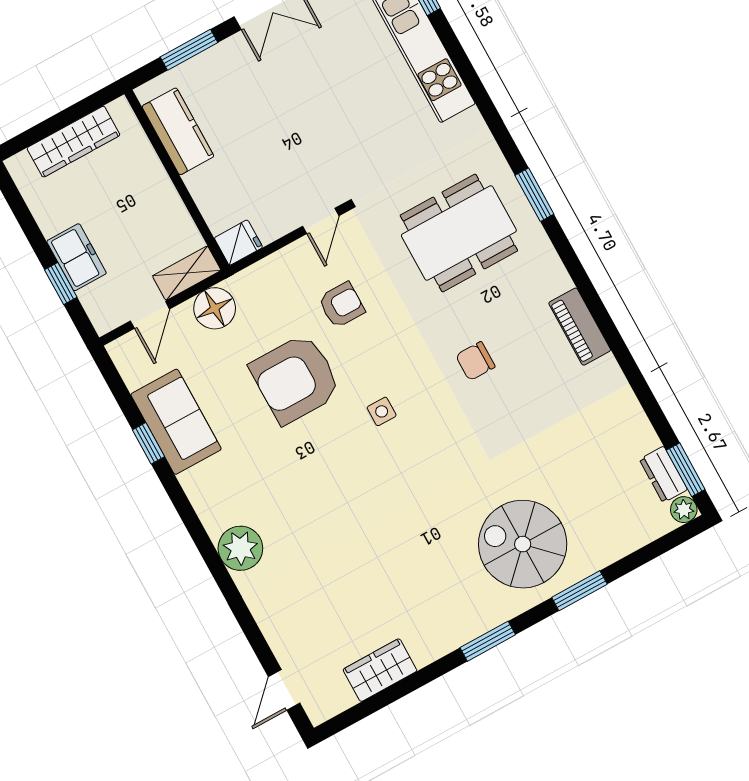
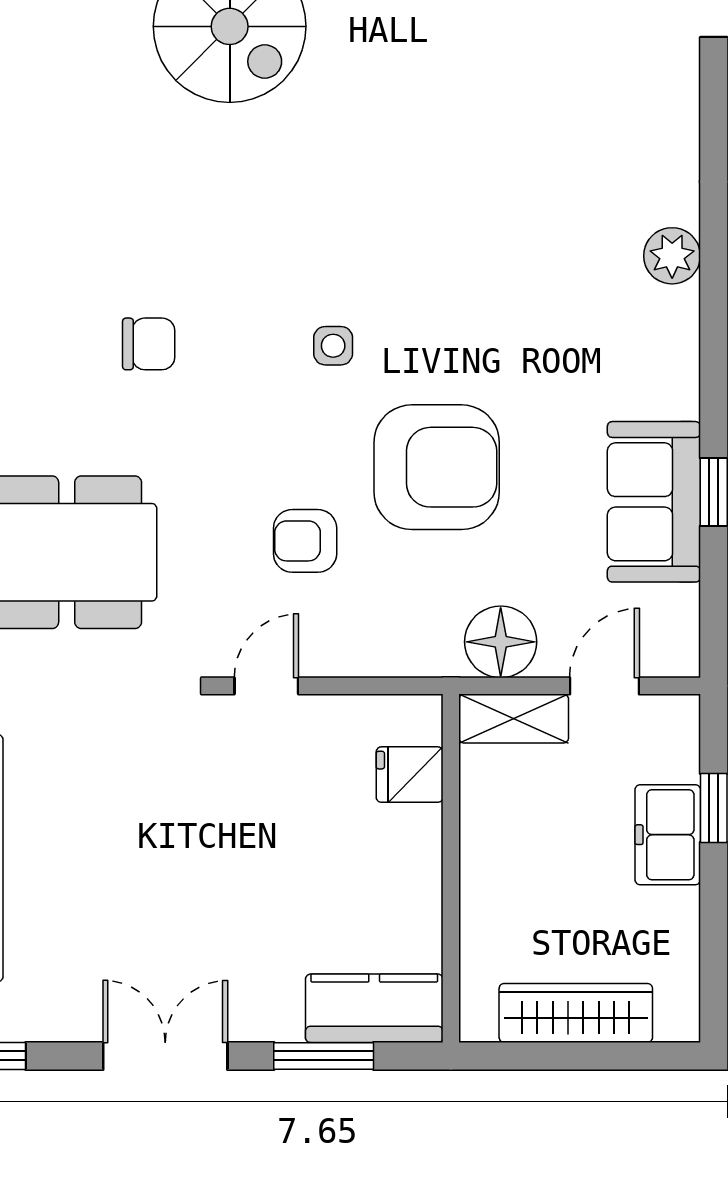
kitchen counter: (178, 131) -> (374, 1008), moved, turned 90
fridge: (238, 243) -> (410, 775), moved
plant: (240, 548) -> (672, 256), width x0.73, depth x0.73

